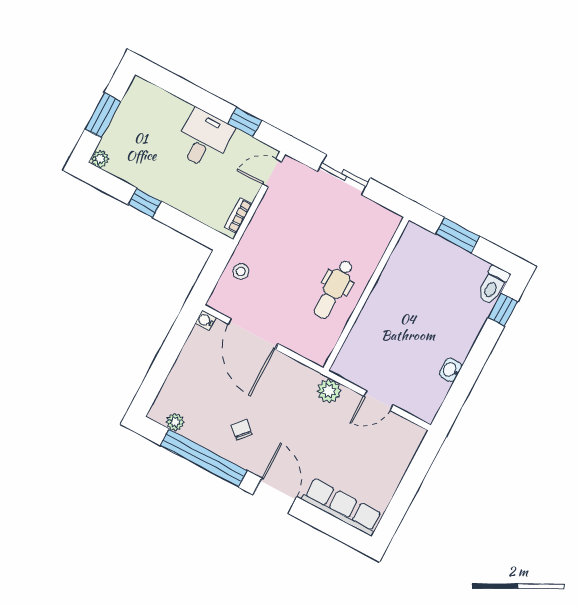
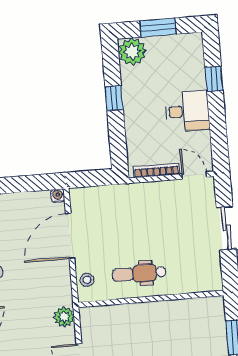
window: (245, 122) -> (214, 79), moved
plant: (100, 159) -> (132, 52), width x1.88, depth x1.88
bookcase: (238, 215) -> (157, 170), width x1.56
stool: (241, 271) -> (87, 280), moved

